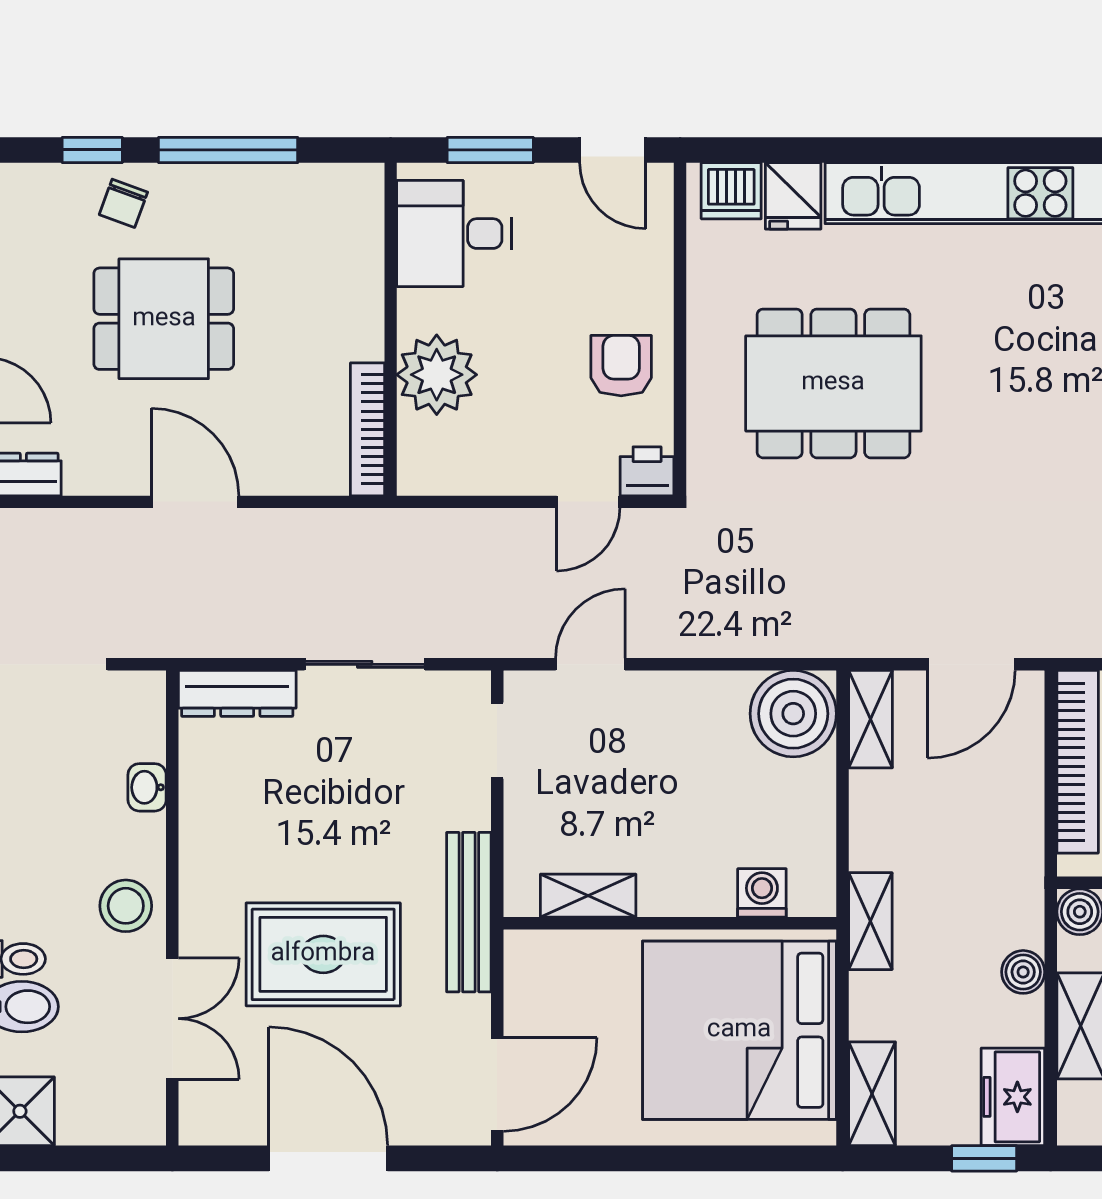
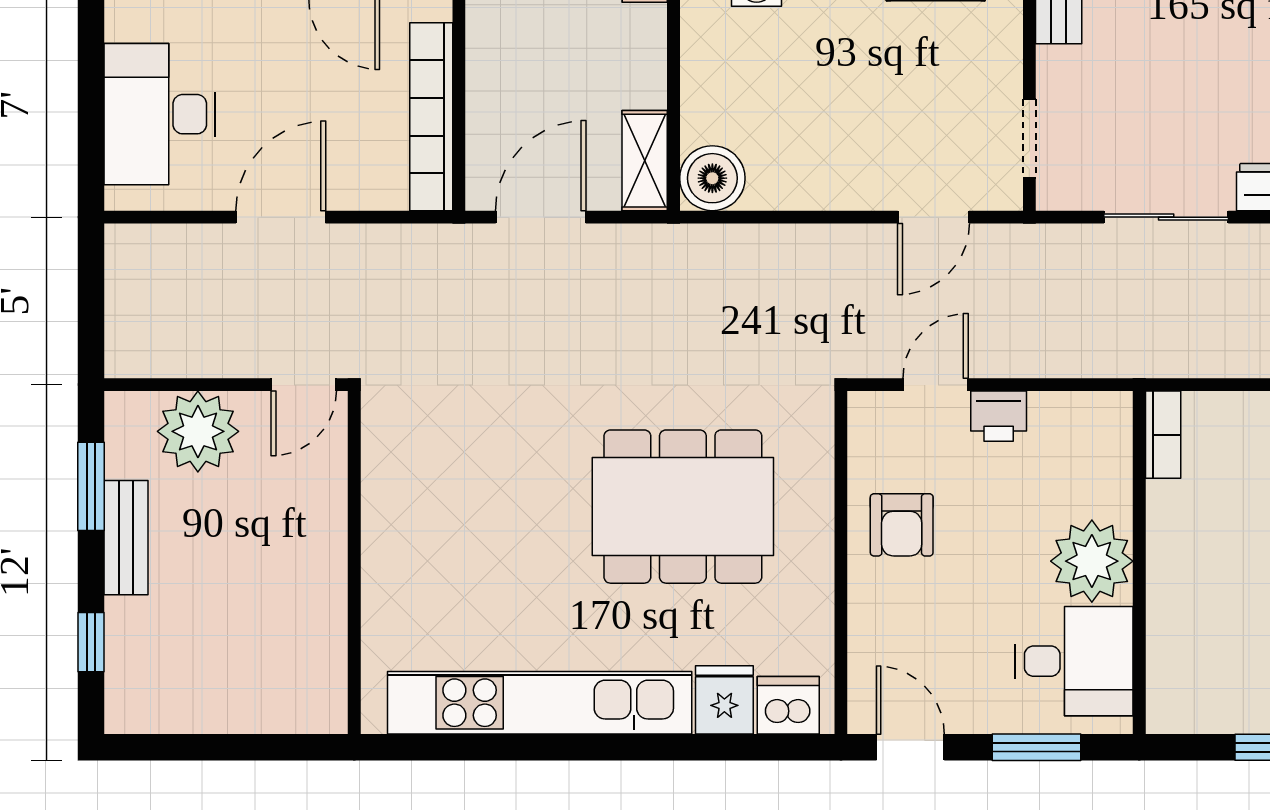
plant: (437, 375) -> (1092, 561), moved
bookcase: (368, 429) -> (1163, 435), width x0.64
printer: (647, 471) -> (999, 416), moved
boiler: (793, 714) -> (712, 178), width x0.73, depth x0.73

